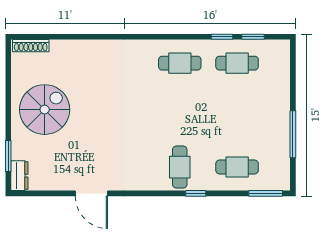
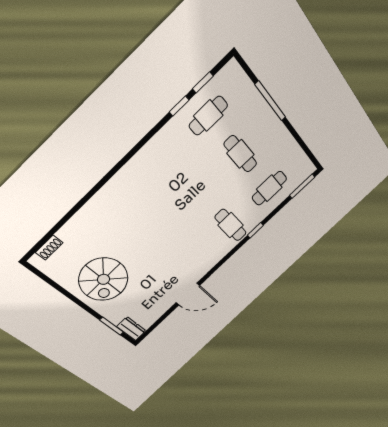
shoe rack: (31, 46) -> (49, 248), width x0.70
cafe table: (180, 63) -> (240, 154), moved, turned 90
spiral stairs: (45, 110) -> (104, 279), turned 180
window: (293, 134) -> (270, 101), moved

